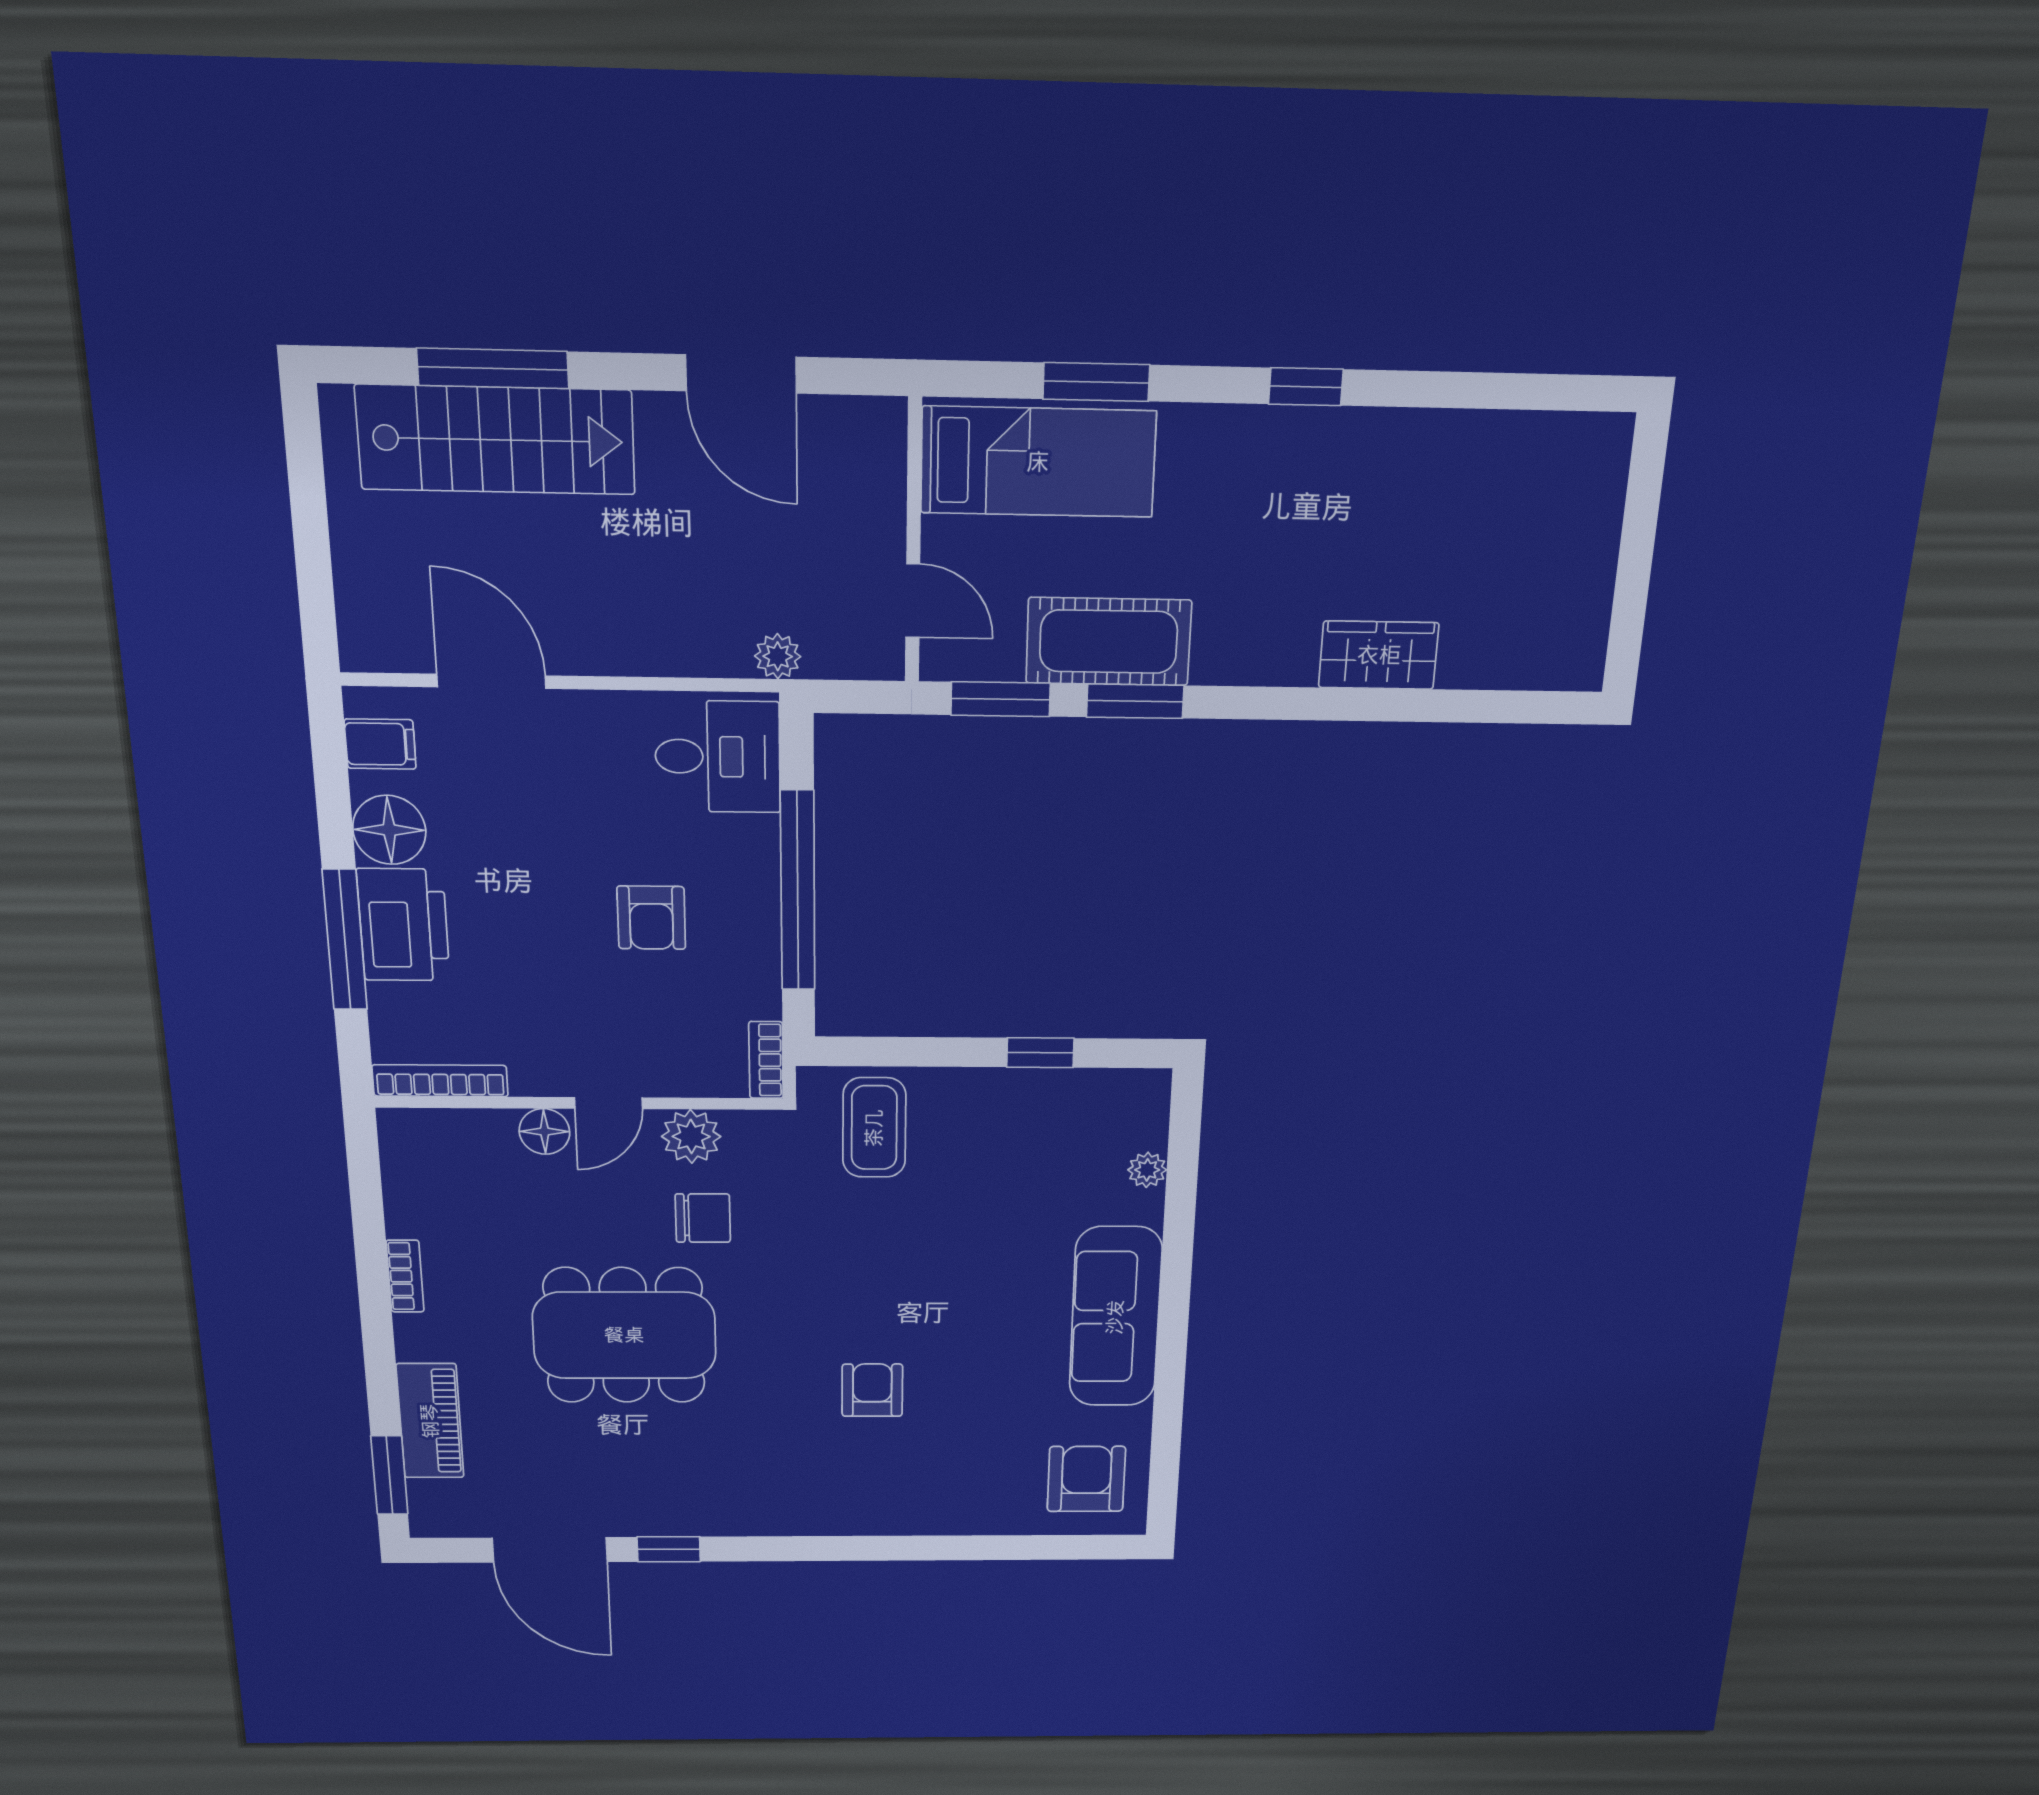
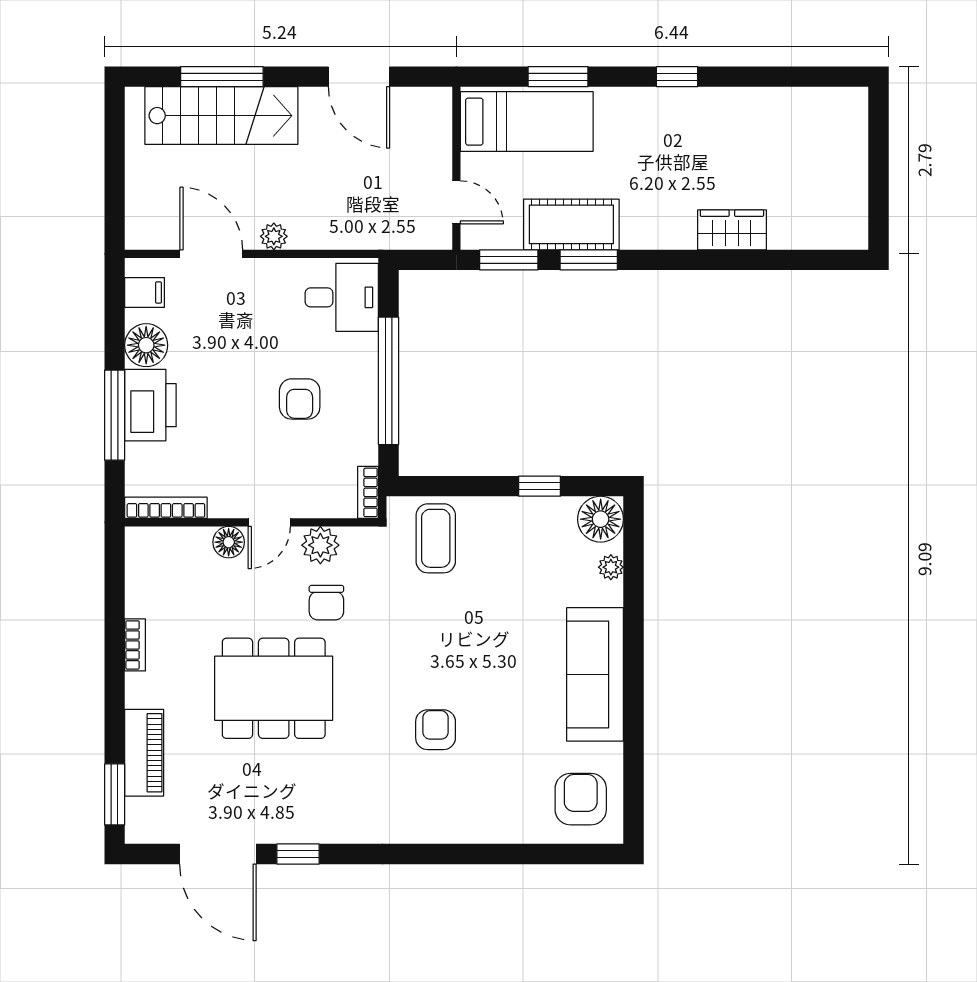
plant: (778, 656) -> (274, 236), moved
floor lamp: (1135, 1101) -> (601, 519), added
chair: (703, 1218) -> (326, 603), turned 90

